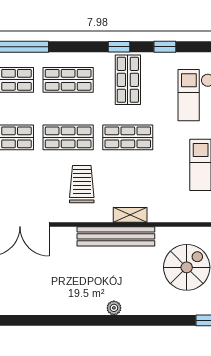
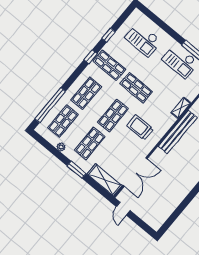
shop shelf: (128, 137) -> (136, 88), turned 90
shelving: (130, 215) -> (181, 108), moved

